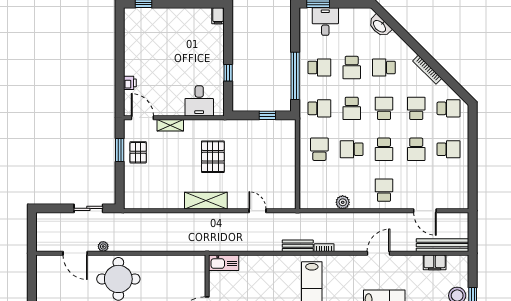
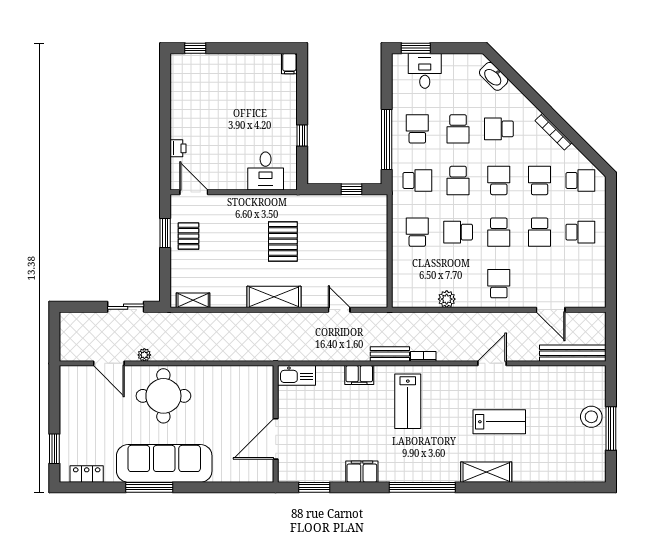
school desk: (319, 67) -> (417, 129), turned -90
shelving: (170, 125) -> (193, 300), moved
filing cabinet: (435, 262) -> (359, 375), moved

